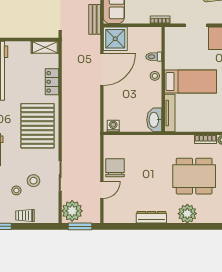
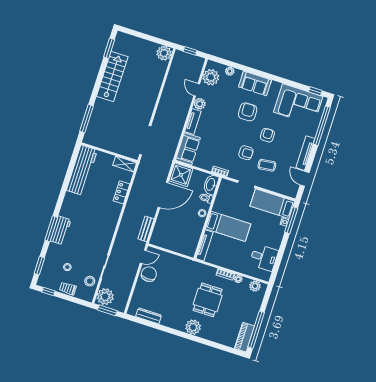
bench: (95, 19) -> (146, 229), moved
washbasin: (154, 120) -> (211, 184), moved
pallet: (37, 126) -> (100, 223), removed
washing machine: (113, 126) -> (158, 241), removed
dining table: (194, 176) -> (208, 300), width x0.73
stool: (33, 181) -> (90, 281), moved
door: (102, 190) -> (143, 257), moved
dresser: (151, 217) -> (149, 316), moved

